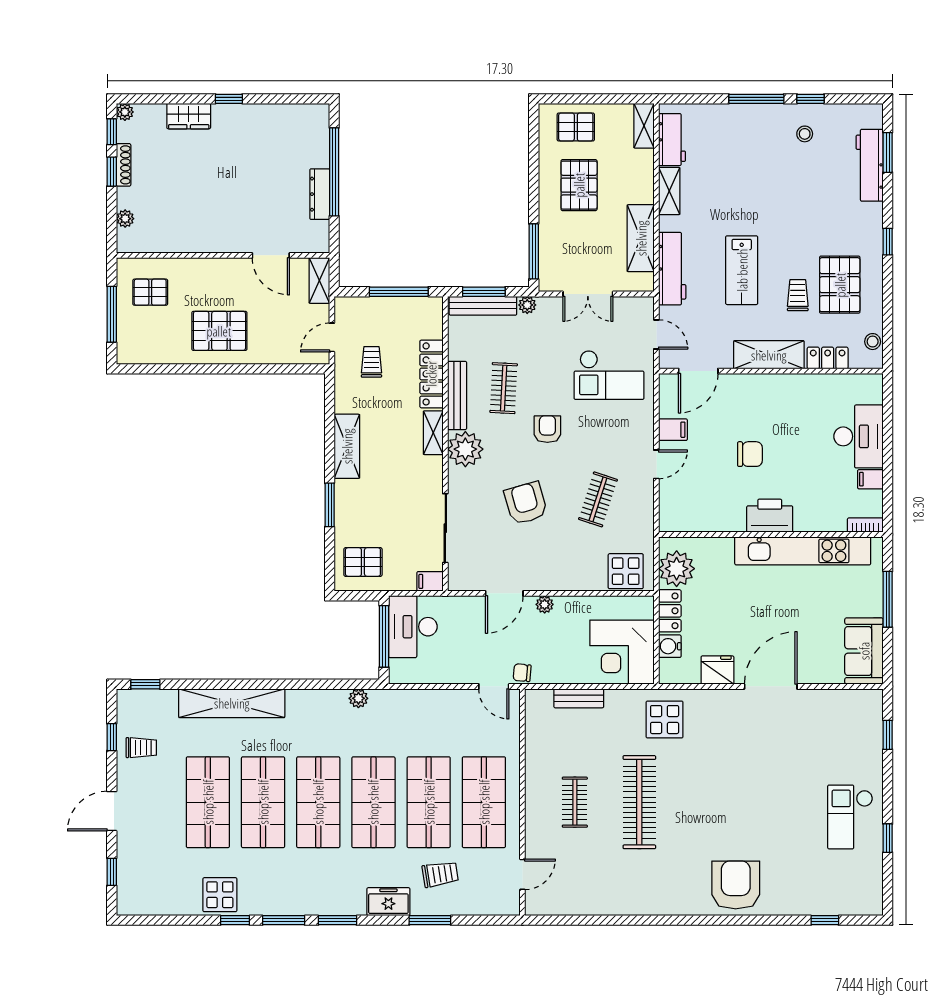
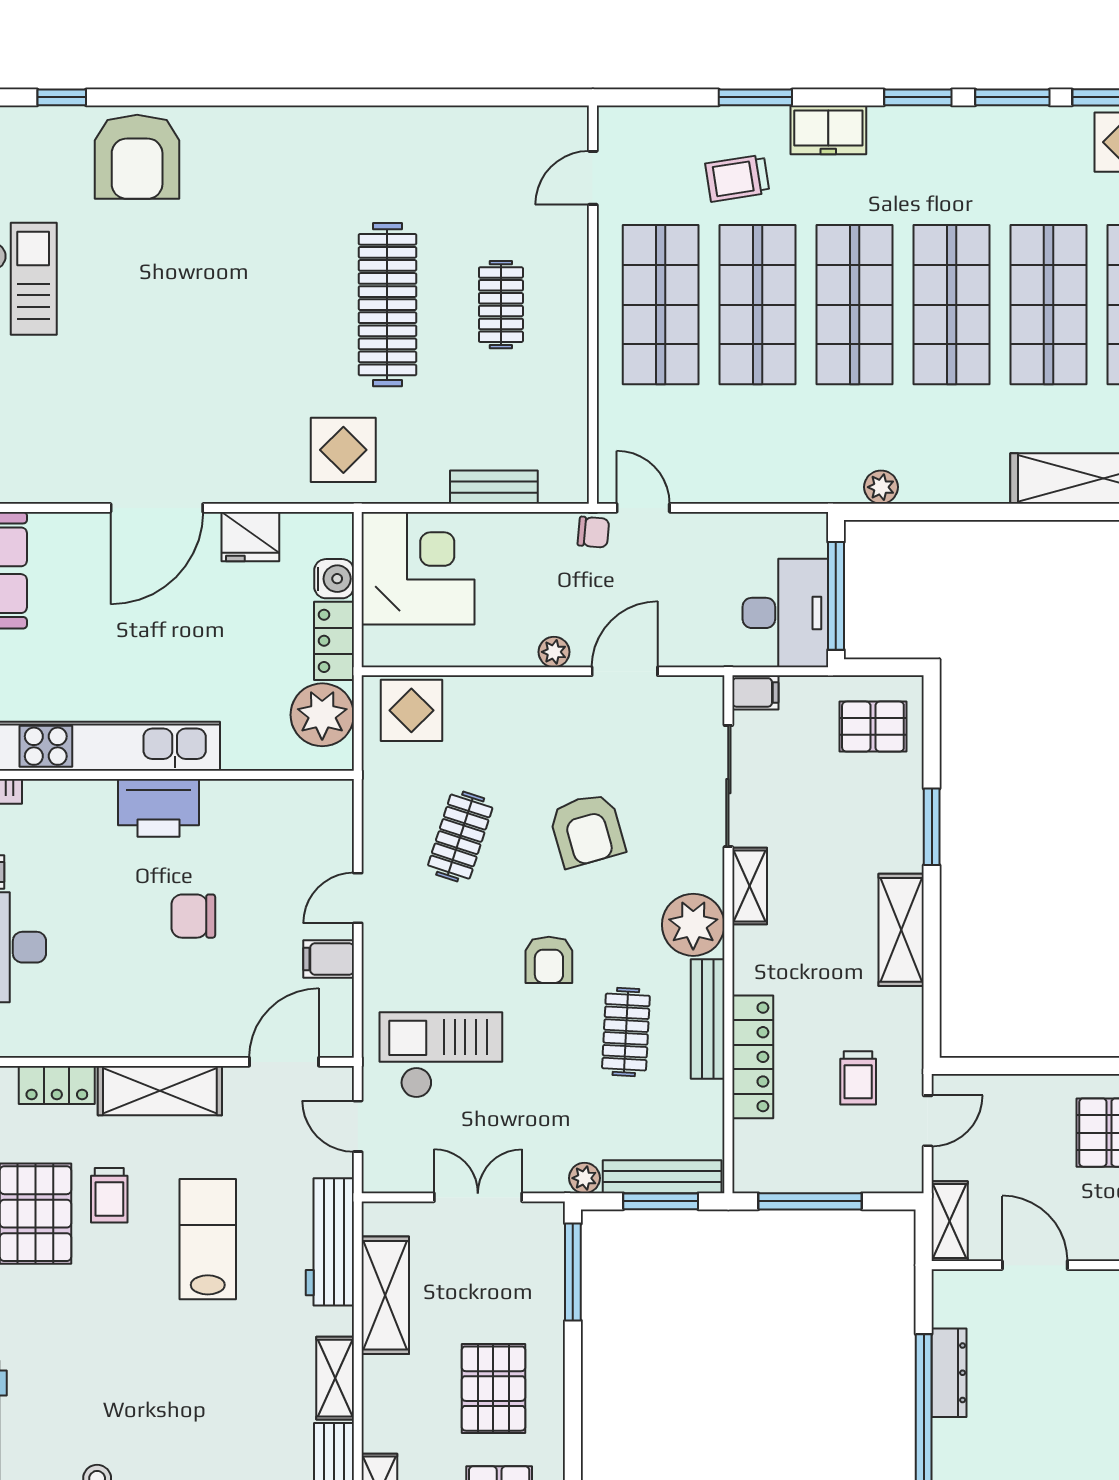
shelving: (433, 433) -> (750, 886), moved
armchair: (736, 885) -> (137, 157), moved

